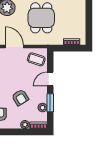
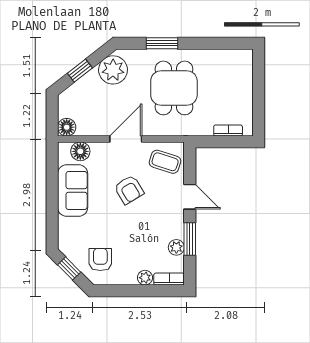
door: (14, 47) -> (126, 139), hinge flipped
door: (50, 79) -> (190, 197), swing flipped
armchair: (20, 97) -> (129, 190), moved

